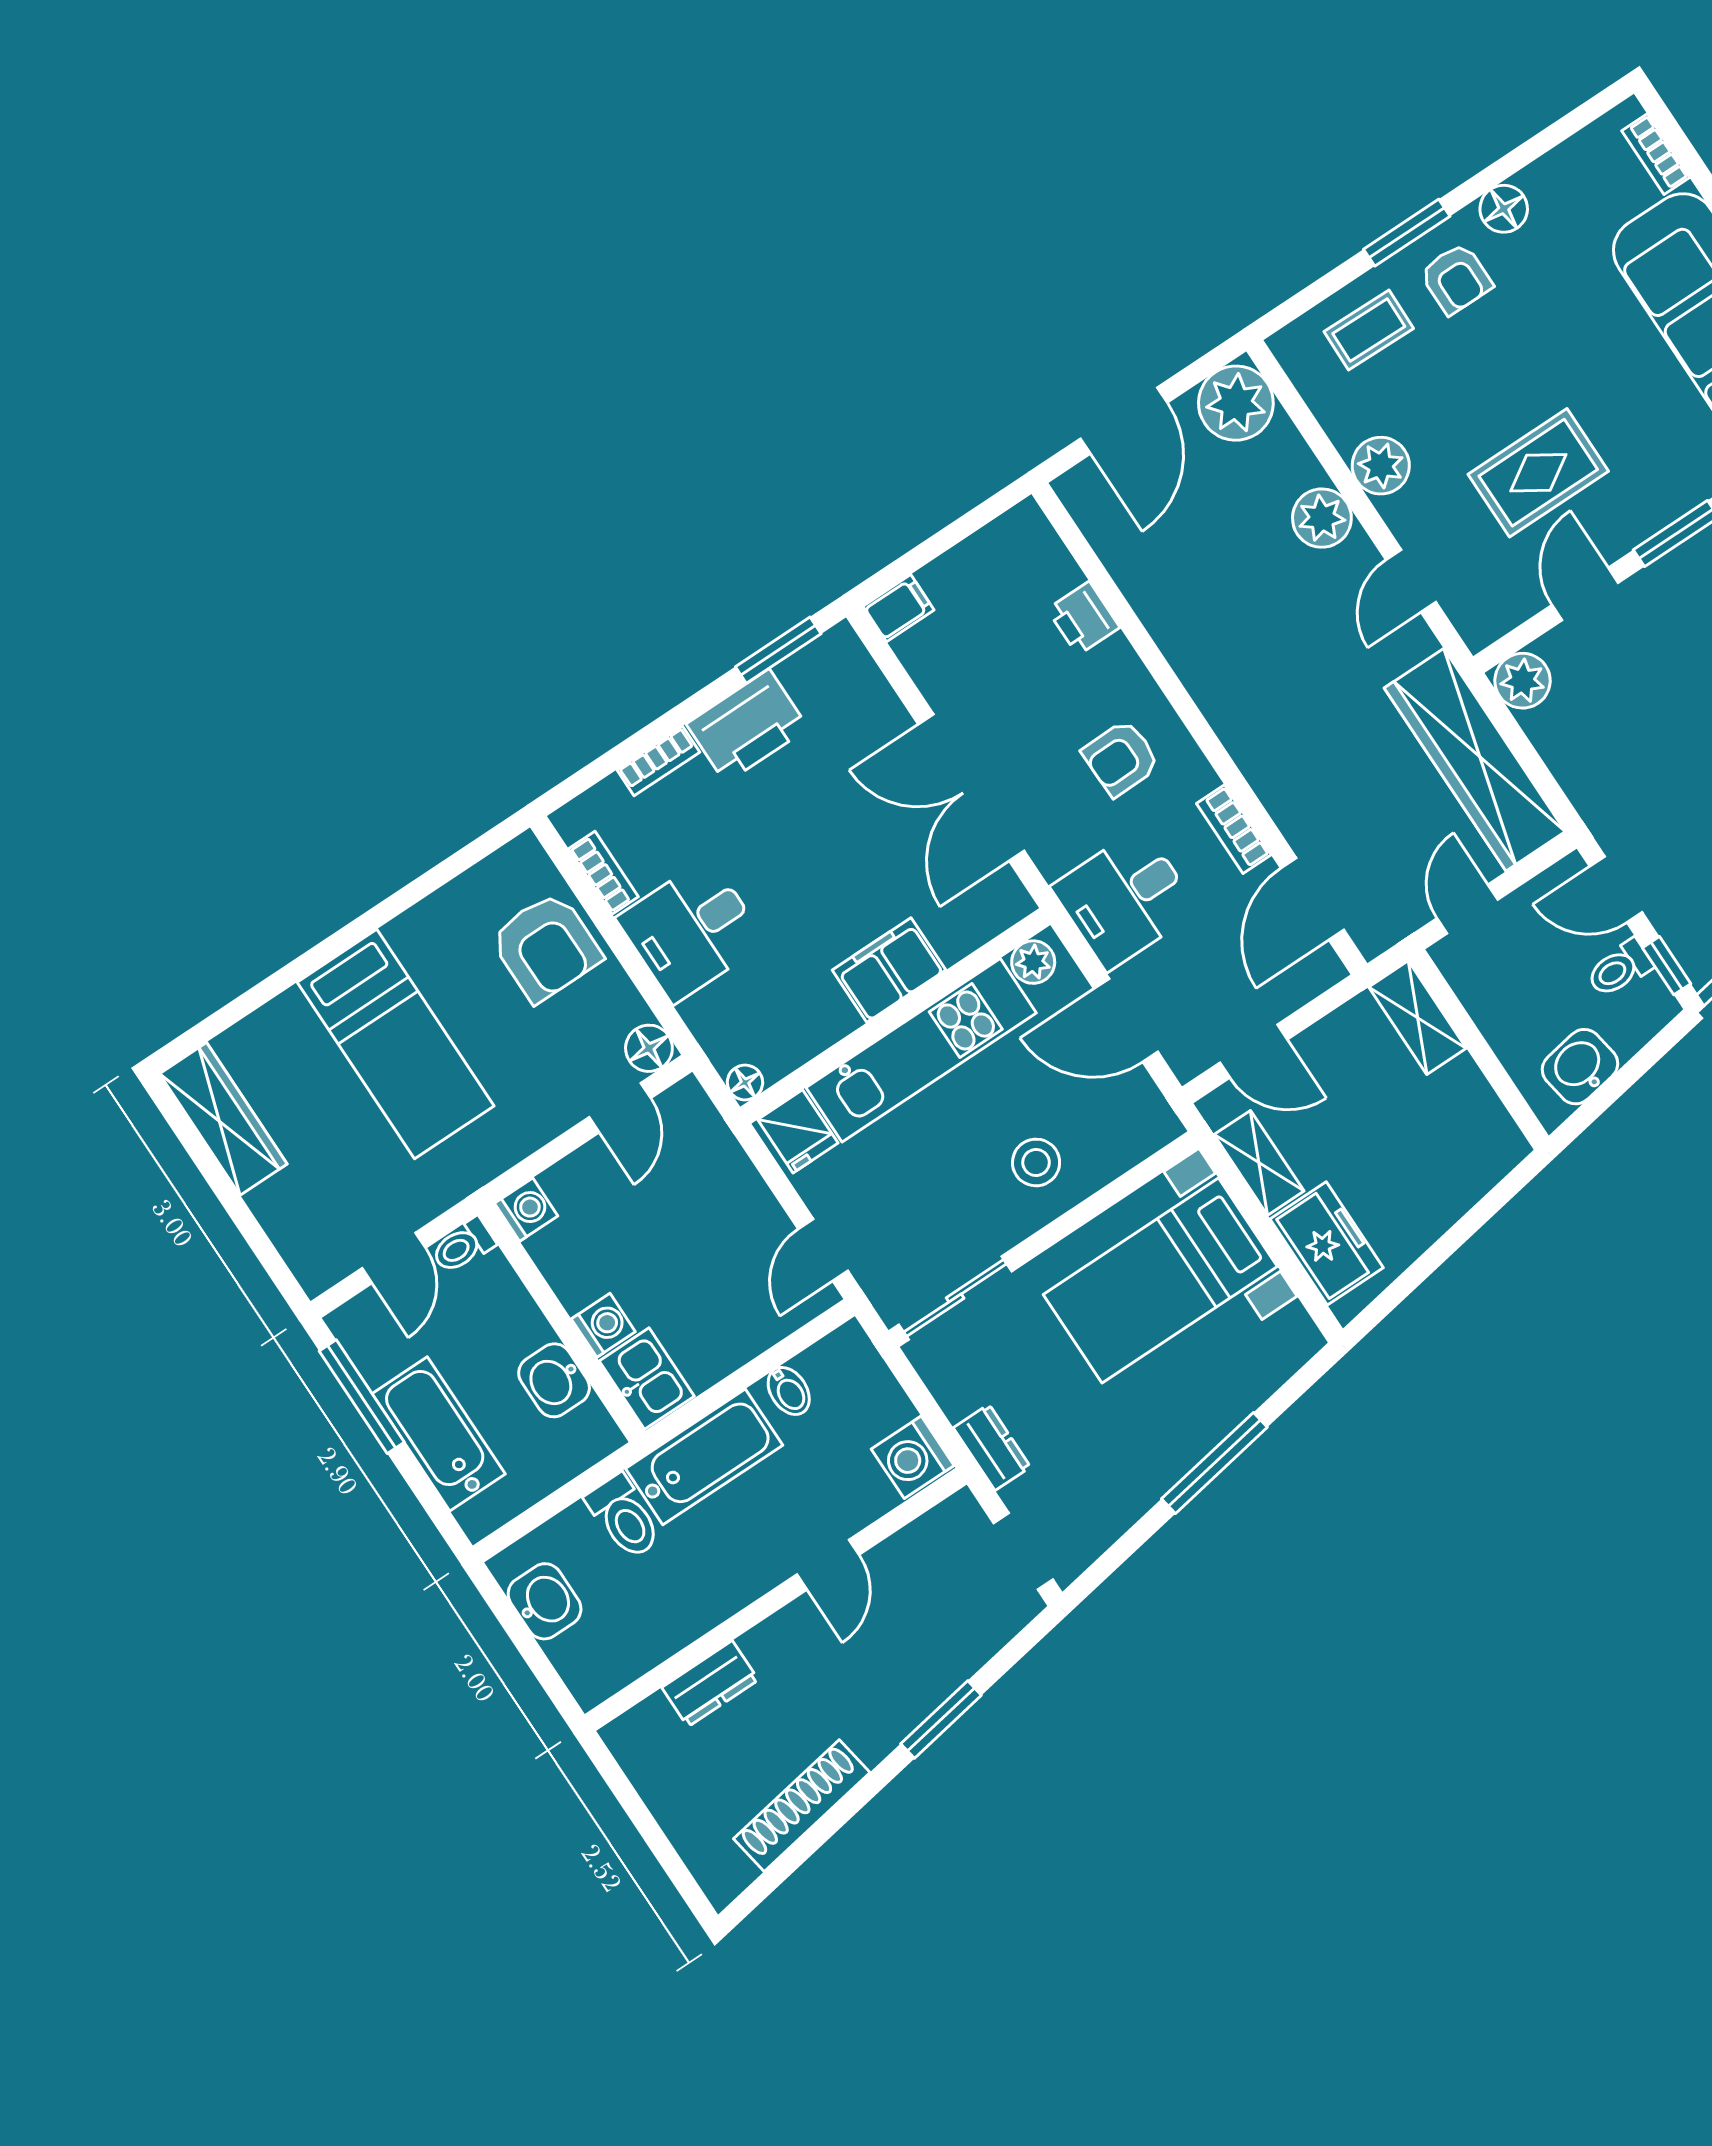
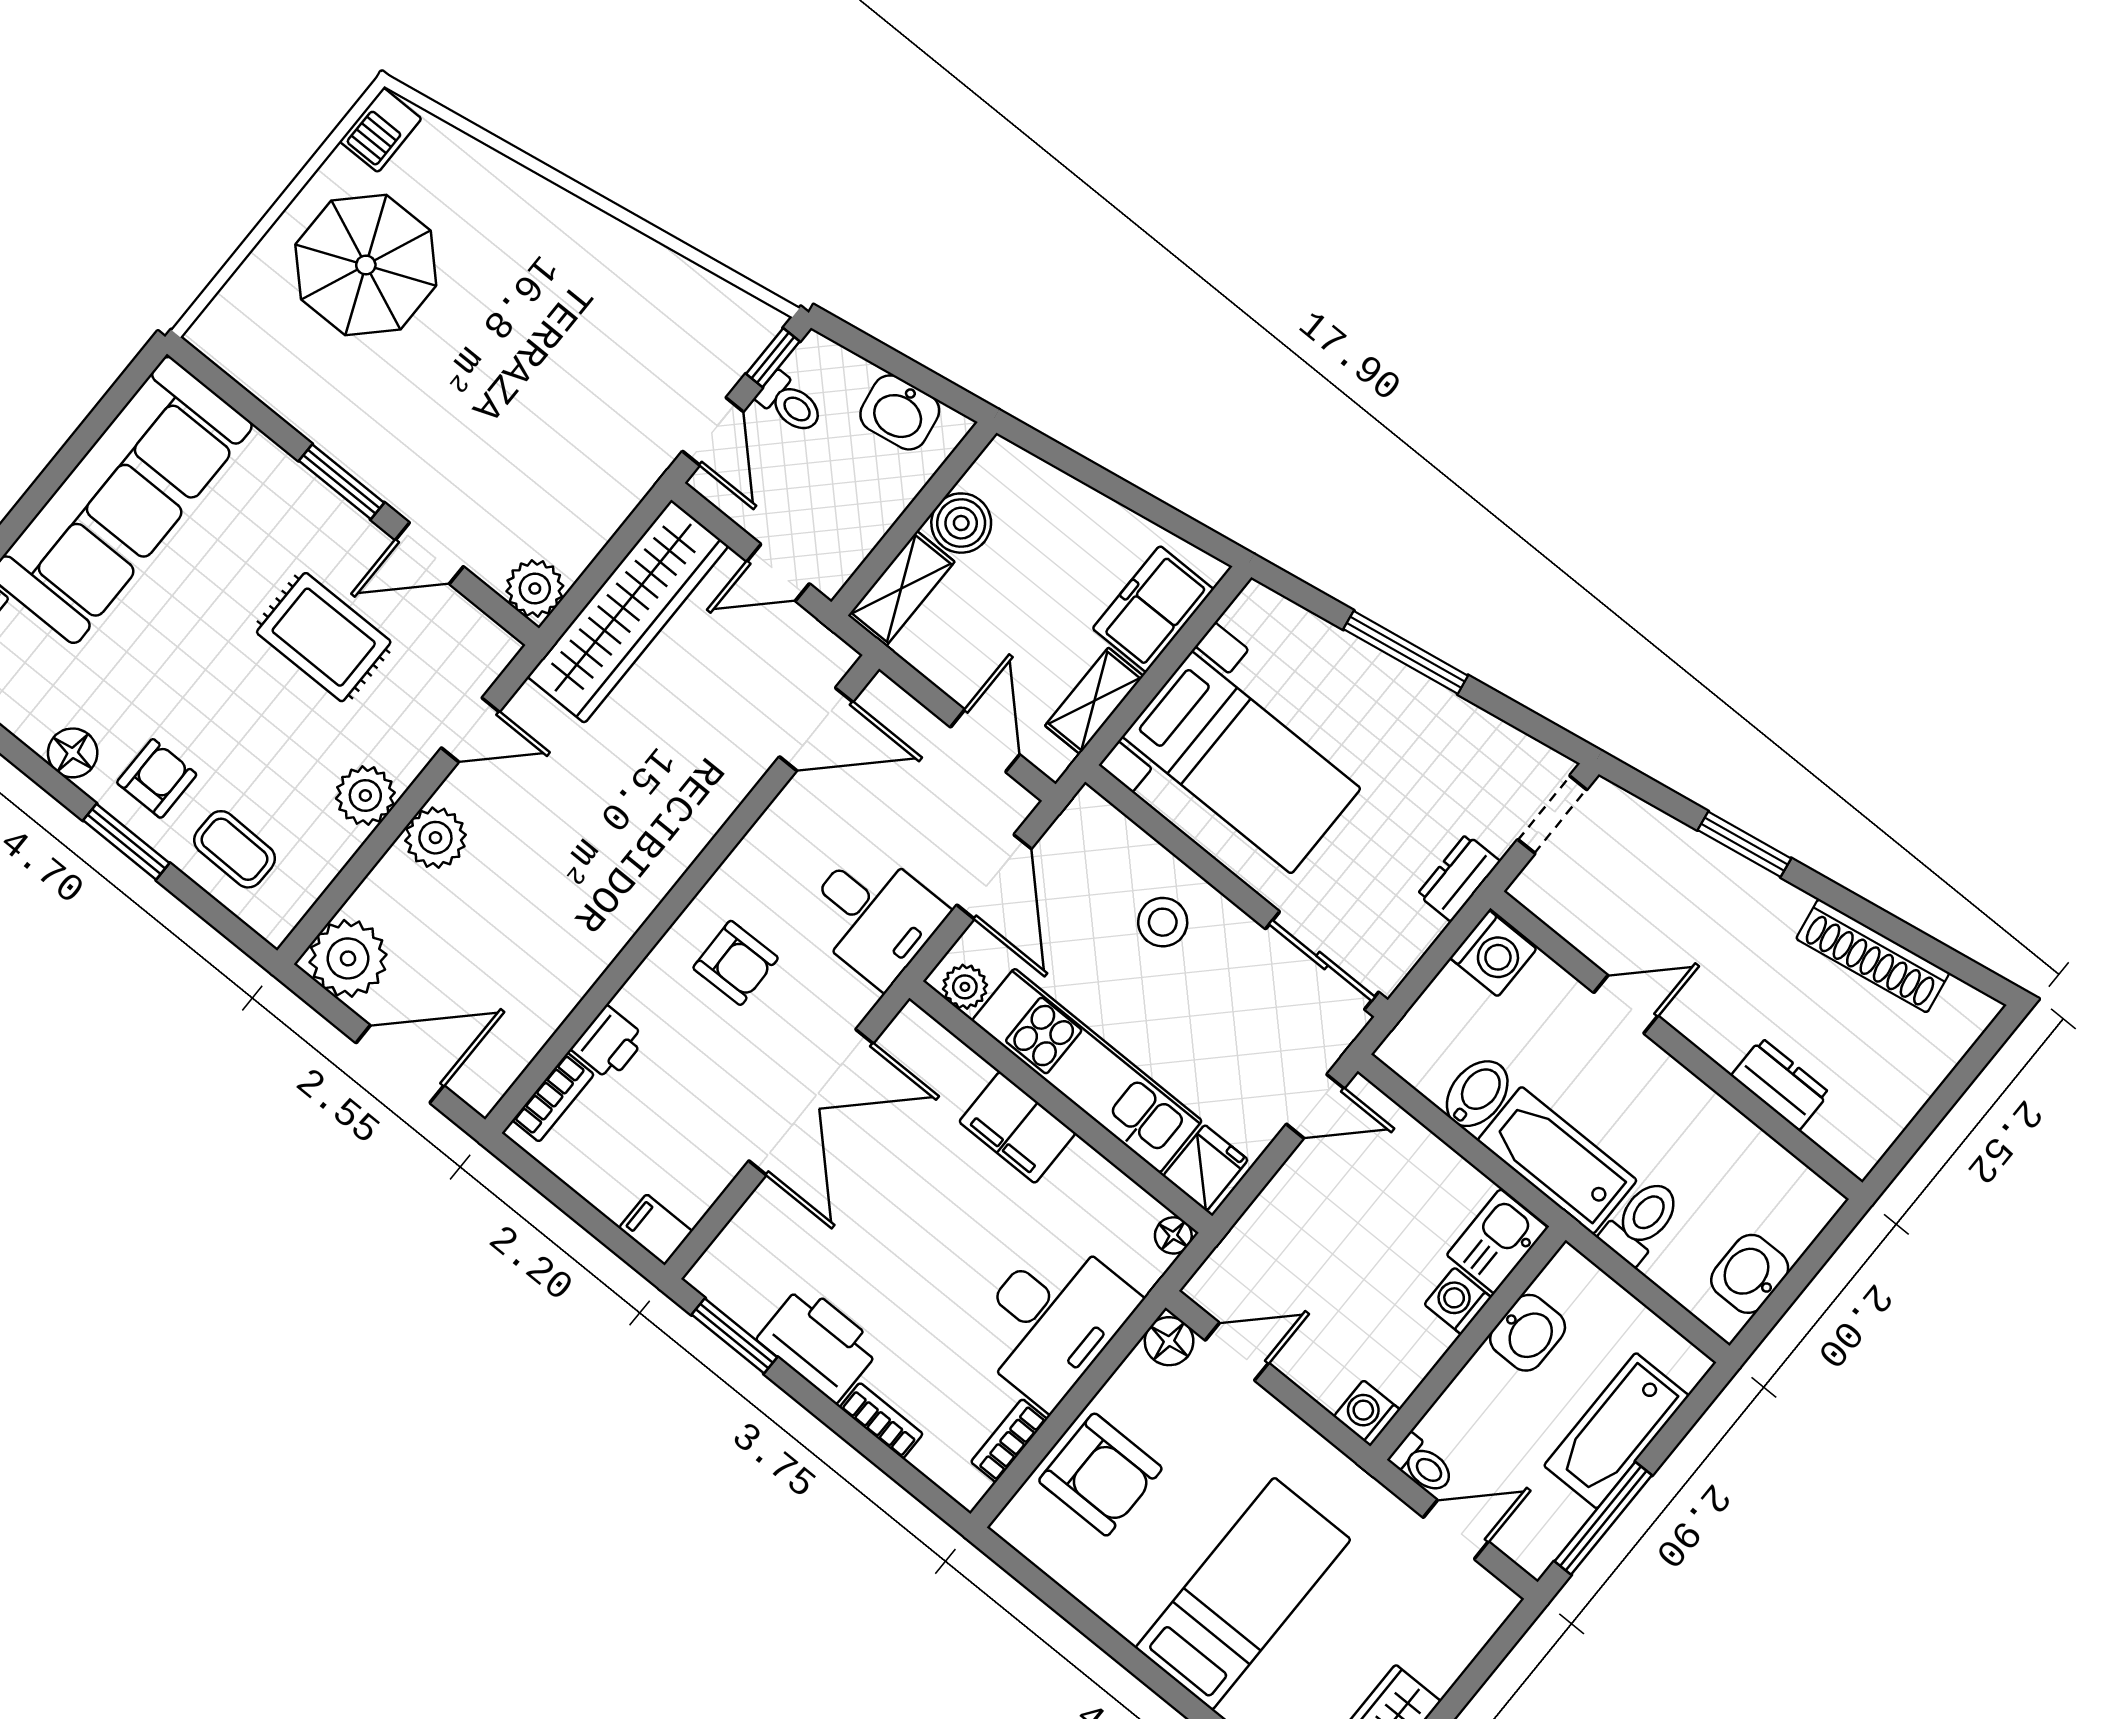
bookcase: (1234, 829) -> (553, 1097), moved
desk: (691, 930) -> (1052, 1320), width x1.37
armchair: (546, 947) -> (1100, 1475), turned 90
boiler: (1461, 1091) -> (961, 523), added
bidet: (789, 1391) -> (1477, 1094), width x1.38, depth x1.36

